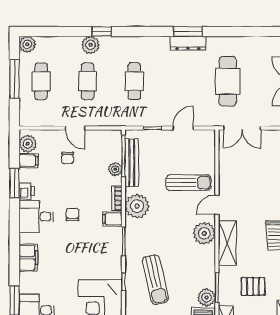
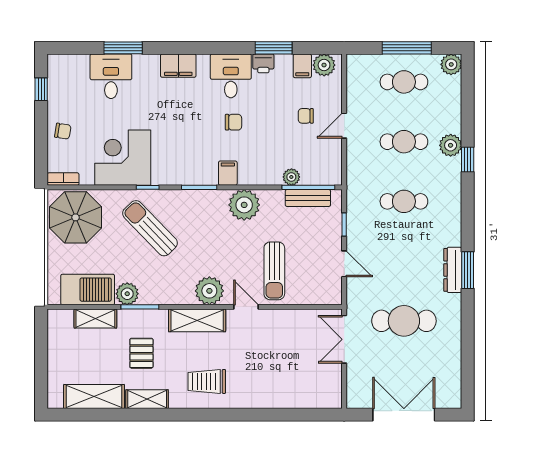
bench: (132, 163) -> (308, 198), width x0.73
bookcase: (117, 198) -> (254, 179), removed
sun lounger: (155, 280) -> (150, 228), turned 59

